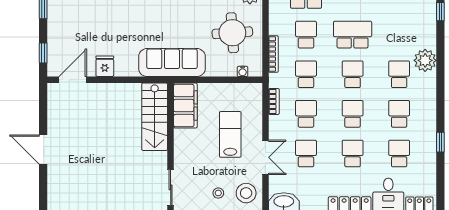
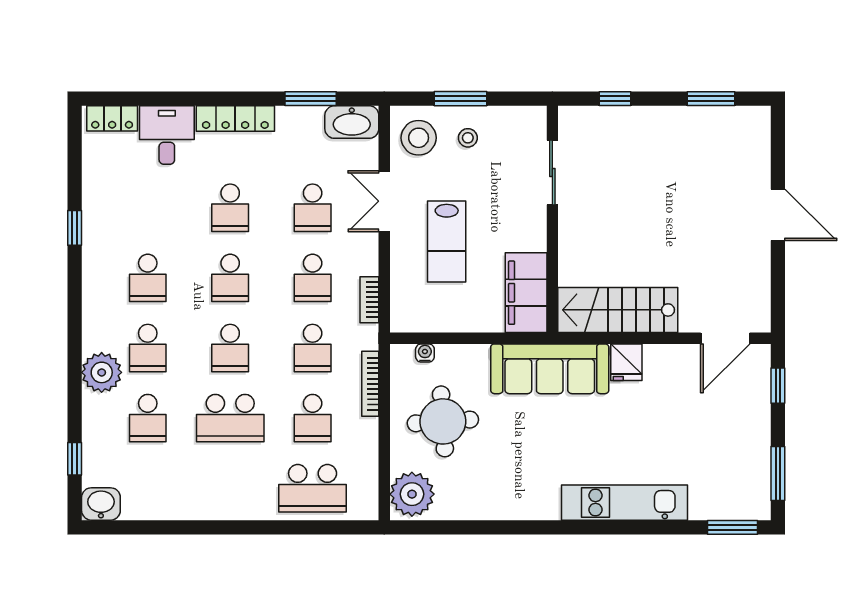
fridge: (105, 66) -> (626, 362), moved
stairs: (155, 117) -> (618, 310), moved, turned -90
school desk: (399, 153) -> (148, 418), moved
sliding door: (171, 187) -> (552, 173), moved

